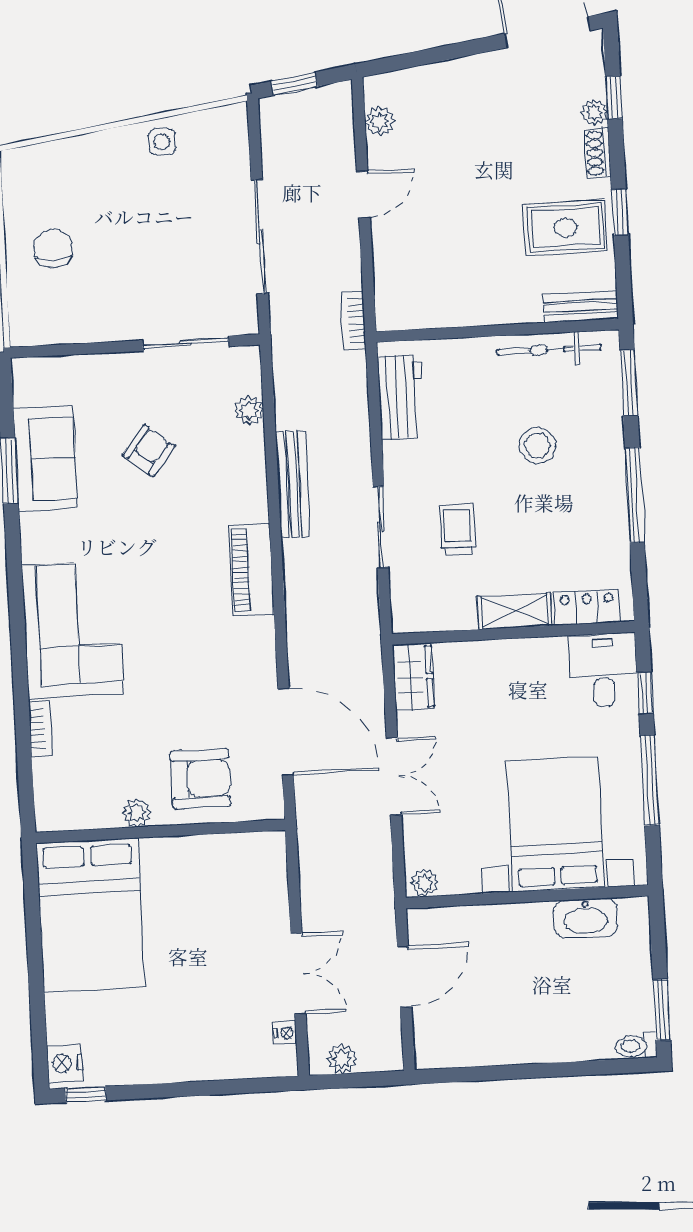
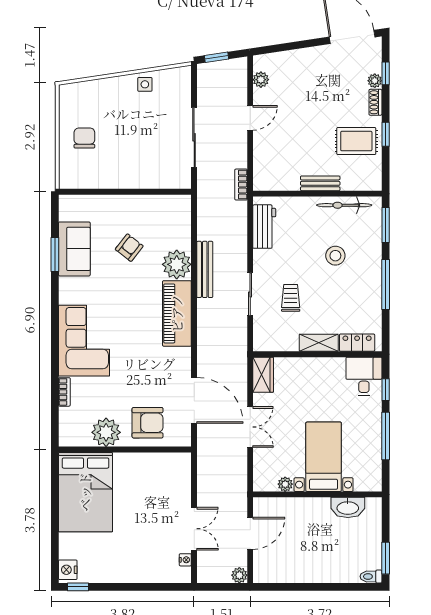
bench: (581, 307) -> (320, 183), moved
sliding door: (186, 343) -> (152, 192), removed
plant: (249, 411) -> (177, 264), moved, width x1.88, depth x1.88
piano: (252, 570) -> (177, 313), width x1.37, depth x1.33
plant: (137, 813) -> (106, 432), width x1.87, depth x1.87
bed with nightstands: (555, 824) -> (324, 457), width x0.73
plant: (425, 883) -> (285, 484), moved
plant: (342, 1059) -> (239, 575), moved

